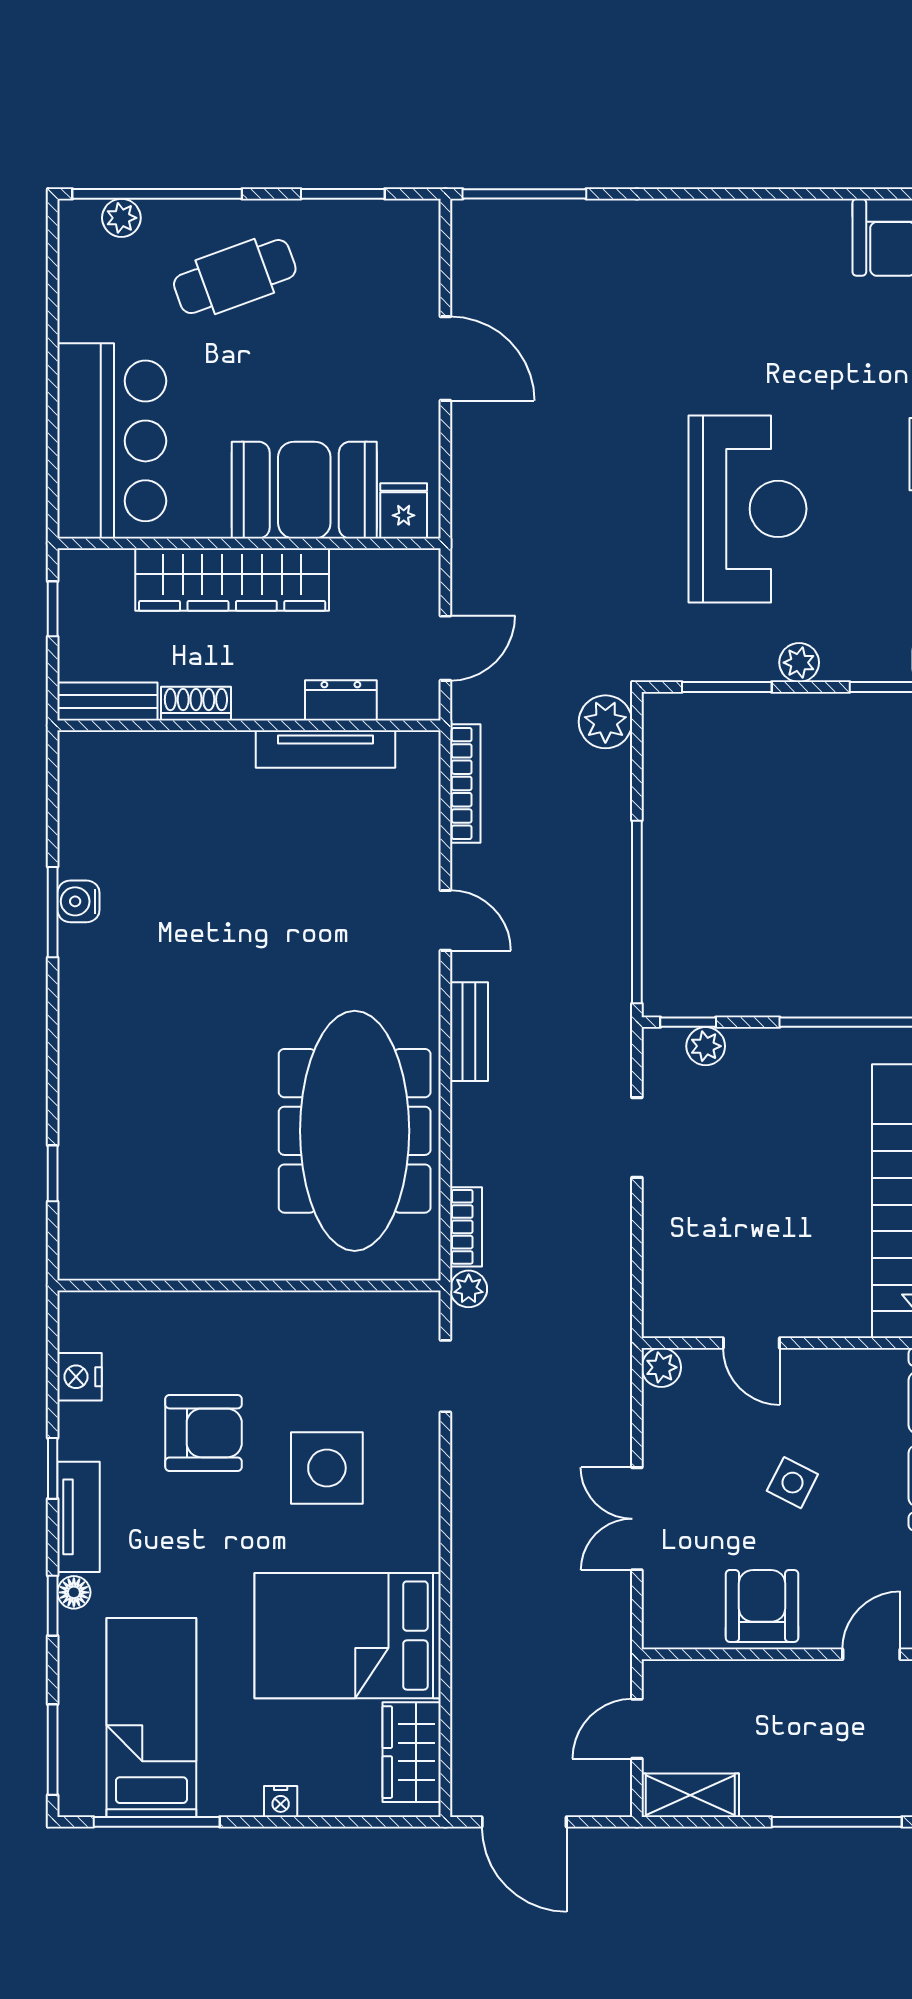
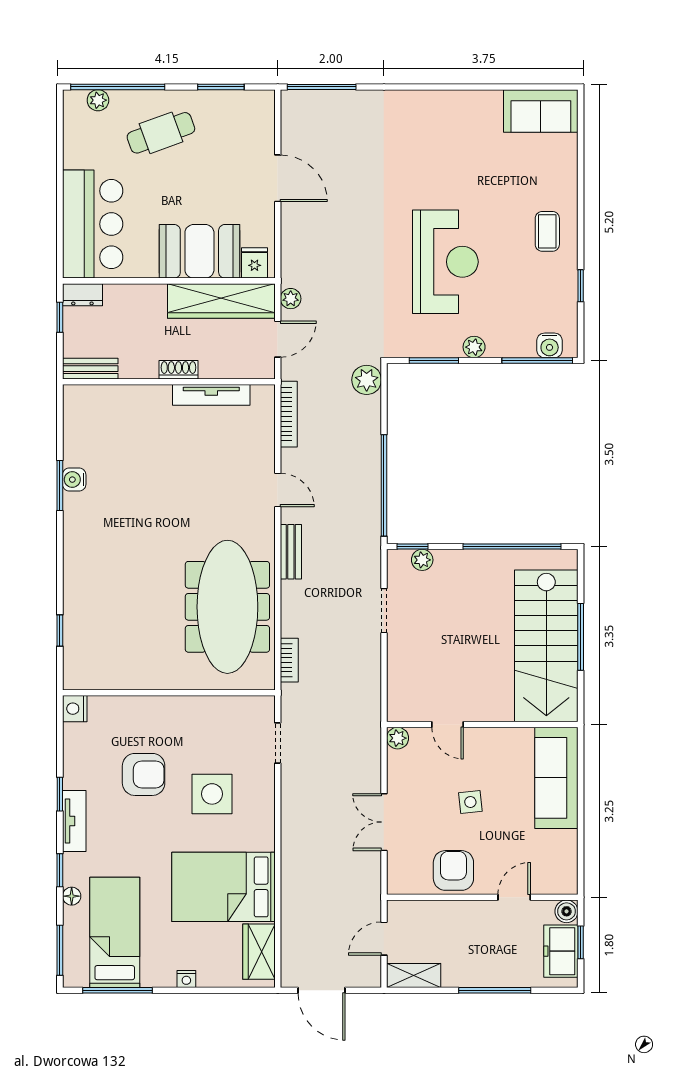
wardrobe: (232, 579) -> (221, 301), moved
dresser: (341, 700) -> (82, 295), moved, turned 180
shoe rack: (196, 704) -> (178, 370), moved
plant: (469, 1289) -> (291, 299), moved
nightstand: (79, 1377) -> (75, 709), moved
side table: (792, 1483) -> (470, 802), turned -33
floor lamp: (74, 1592) -> (72, 896), moved

